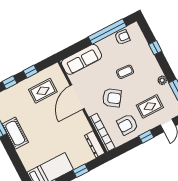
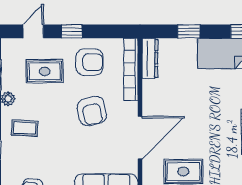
coffee table: (125, 72) -> (25, 128), moved
armchair: (112, 98) -> (92, 111), turned -138

